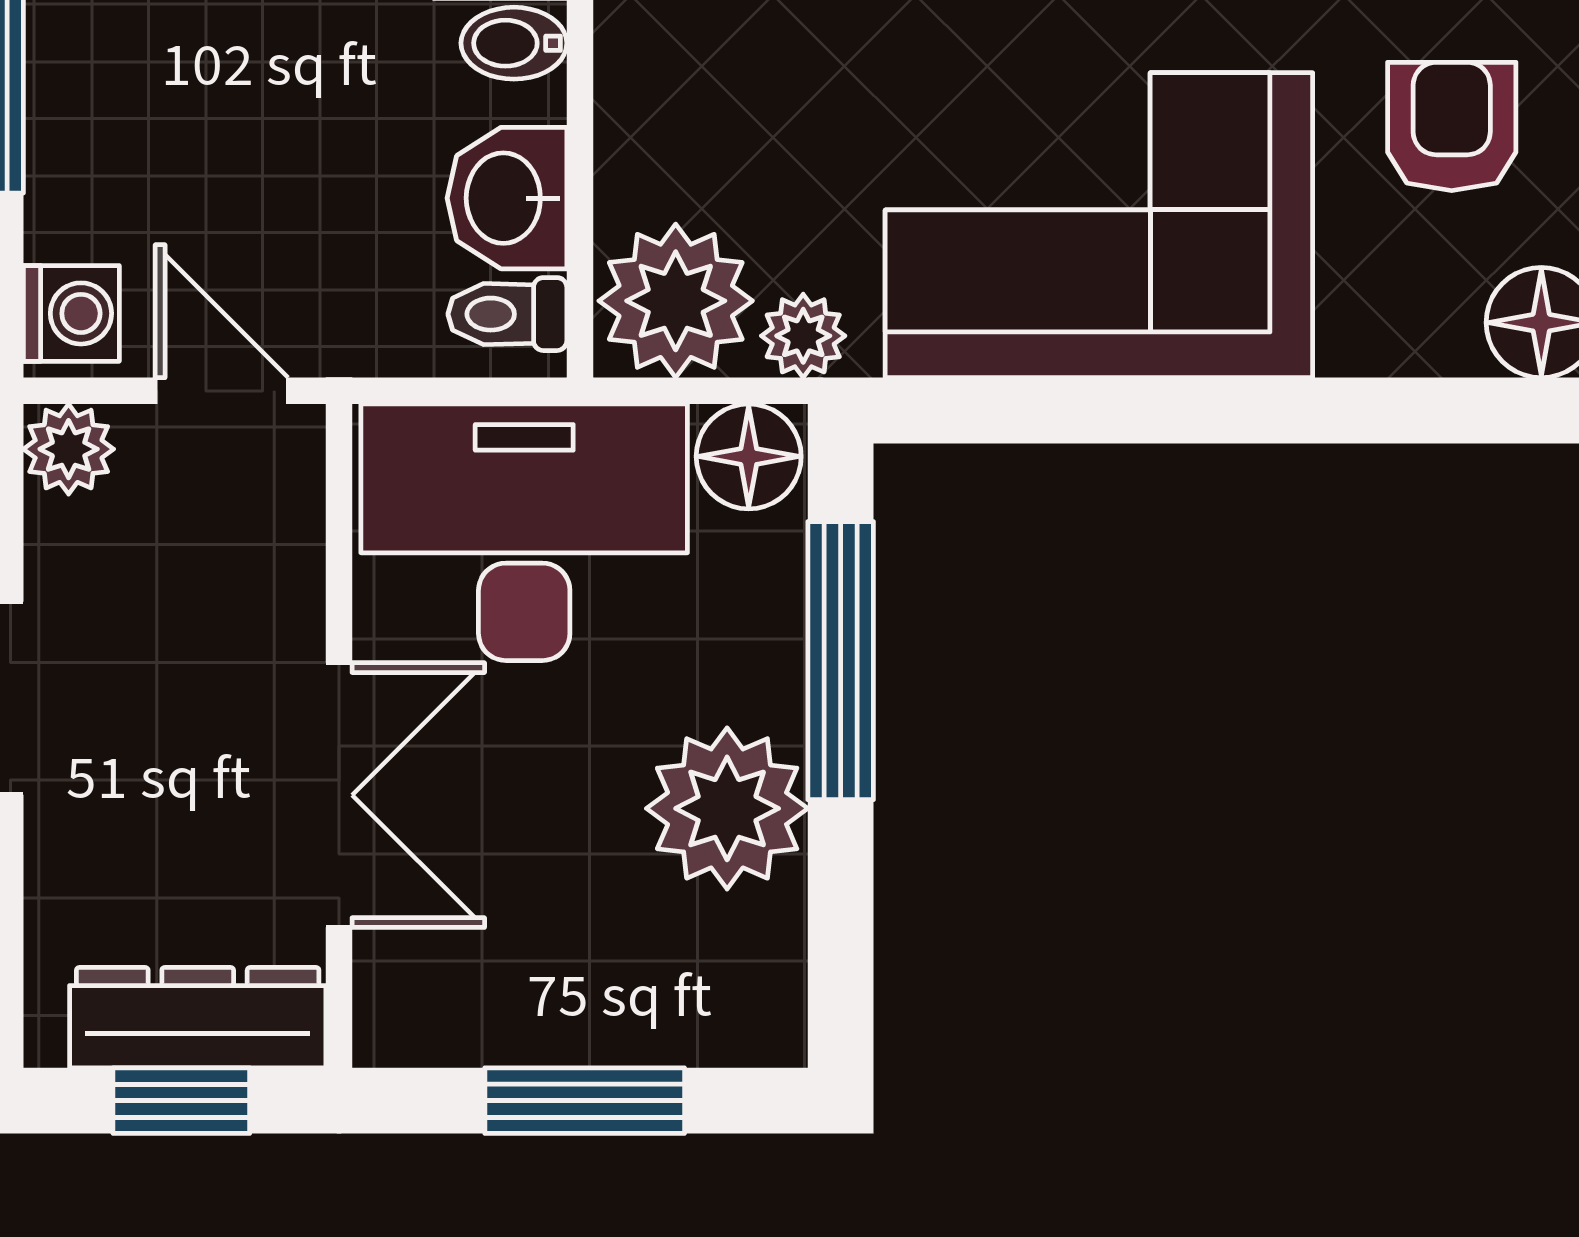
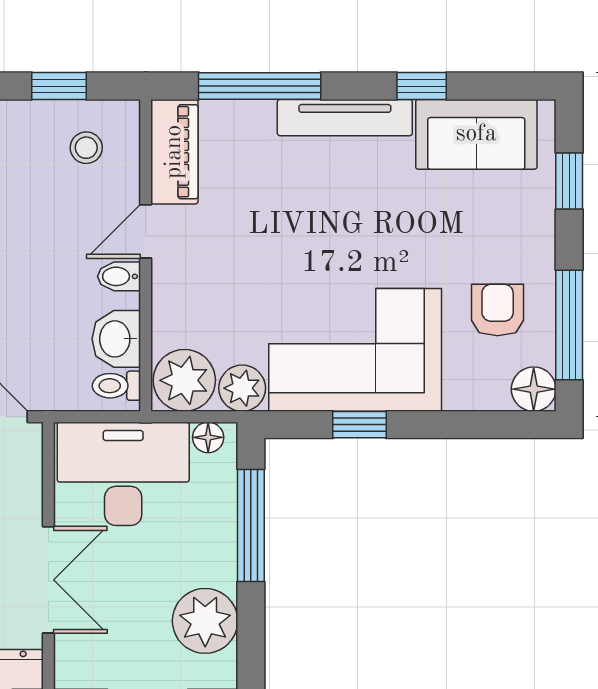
plant: (803, 336) -> (242, 388), width x1.38, depth x1.38
window: (1110, 411) -> (360, 425), added
floor lamp: (749, 456) -> (208, 437), width x0.73, depth x0.73
plant: (727, 808) -> (205, 621), moved

